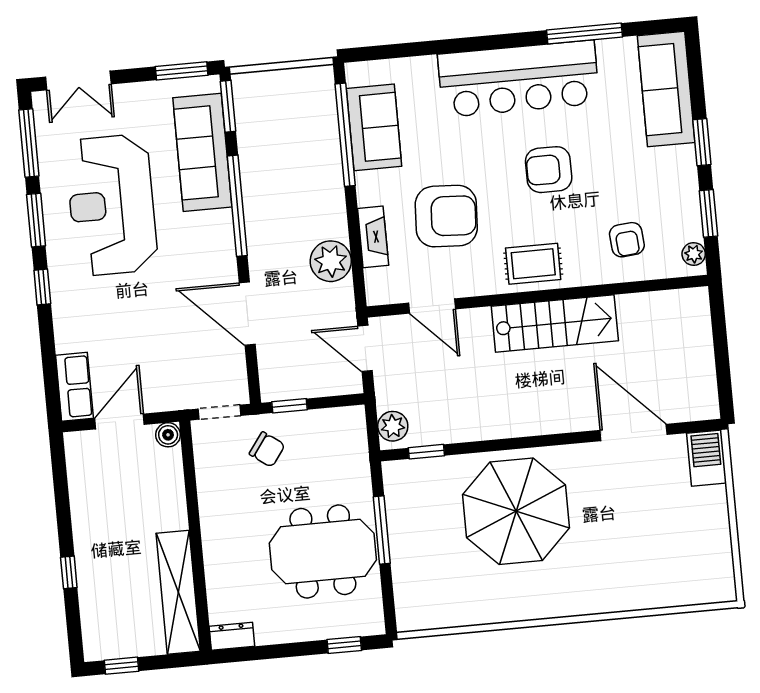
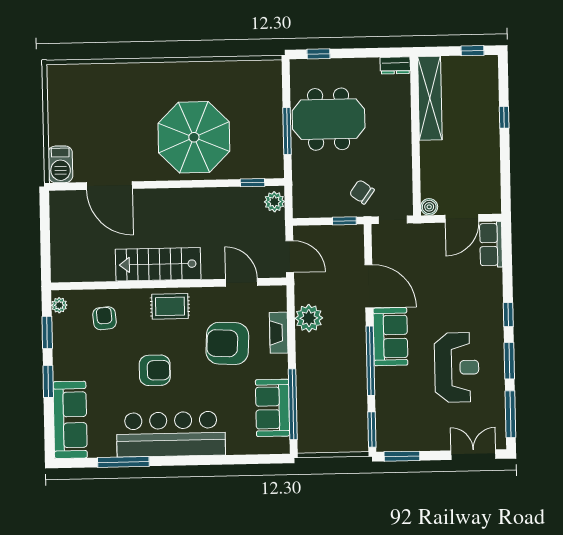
sofa: (202, 152) -> (390, 337), moved, width x0.73
reception desk: (112, 205) -> (457, 367), width x0.74, depth x0.77

